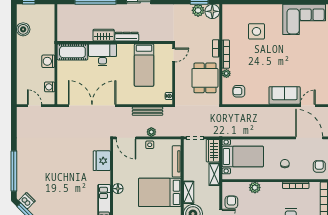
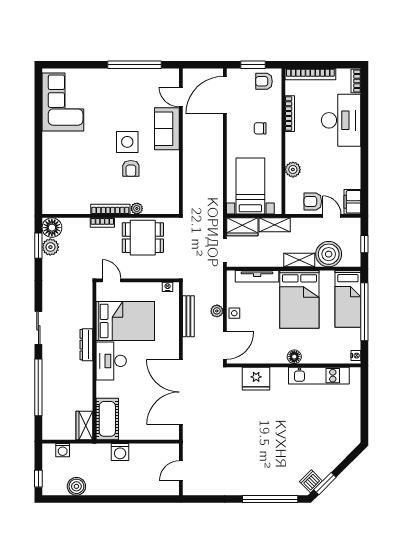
side table: (256, 31) -> (127, 142), moved
wardrobe: (104, 35) -> (84, 425), moved
desk: (103, 55) -> (111, 361), moved
bed: (144, 65) -> (125, 321), width x1.50
washing machine: (50, 87) -> (63, 450), moved
armchair: (239, 91) -> (131, 168), moved

